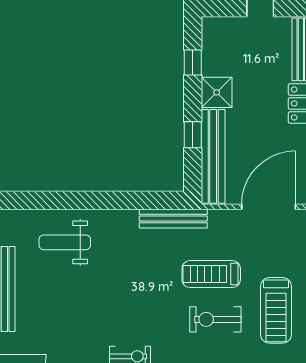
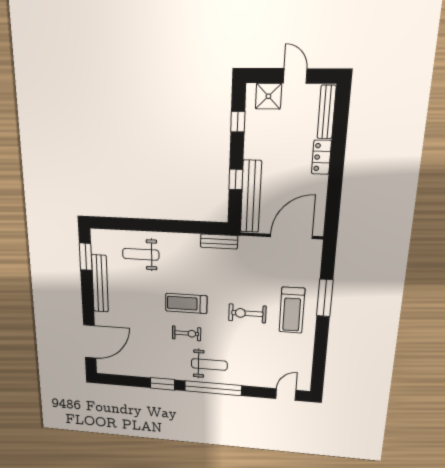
shower: (217, 92) -> (268, 96), moved
bench: (173, 219) -> (219, 241), width x0.73
treadmill: (211, 274) -> (186, 303), moved

